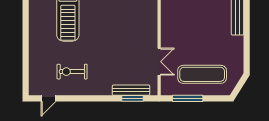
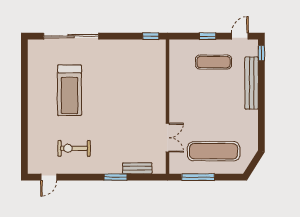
bench: (131, 90) -> (137, 168), width x0.73
window: (133, 98) -> (116, 177), moved

